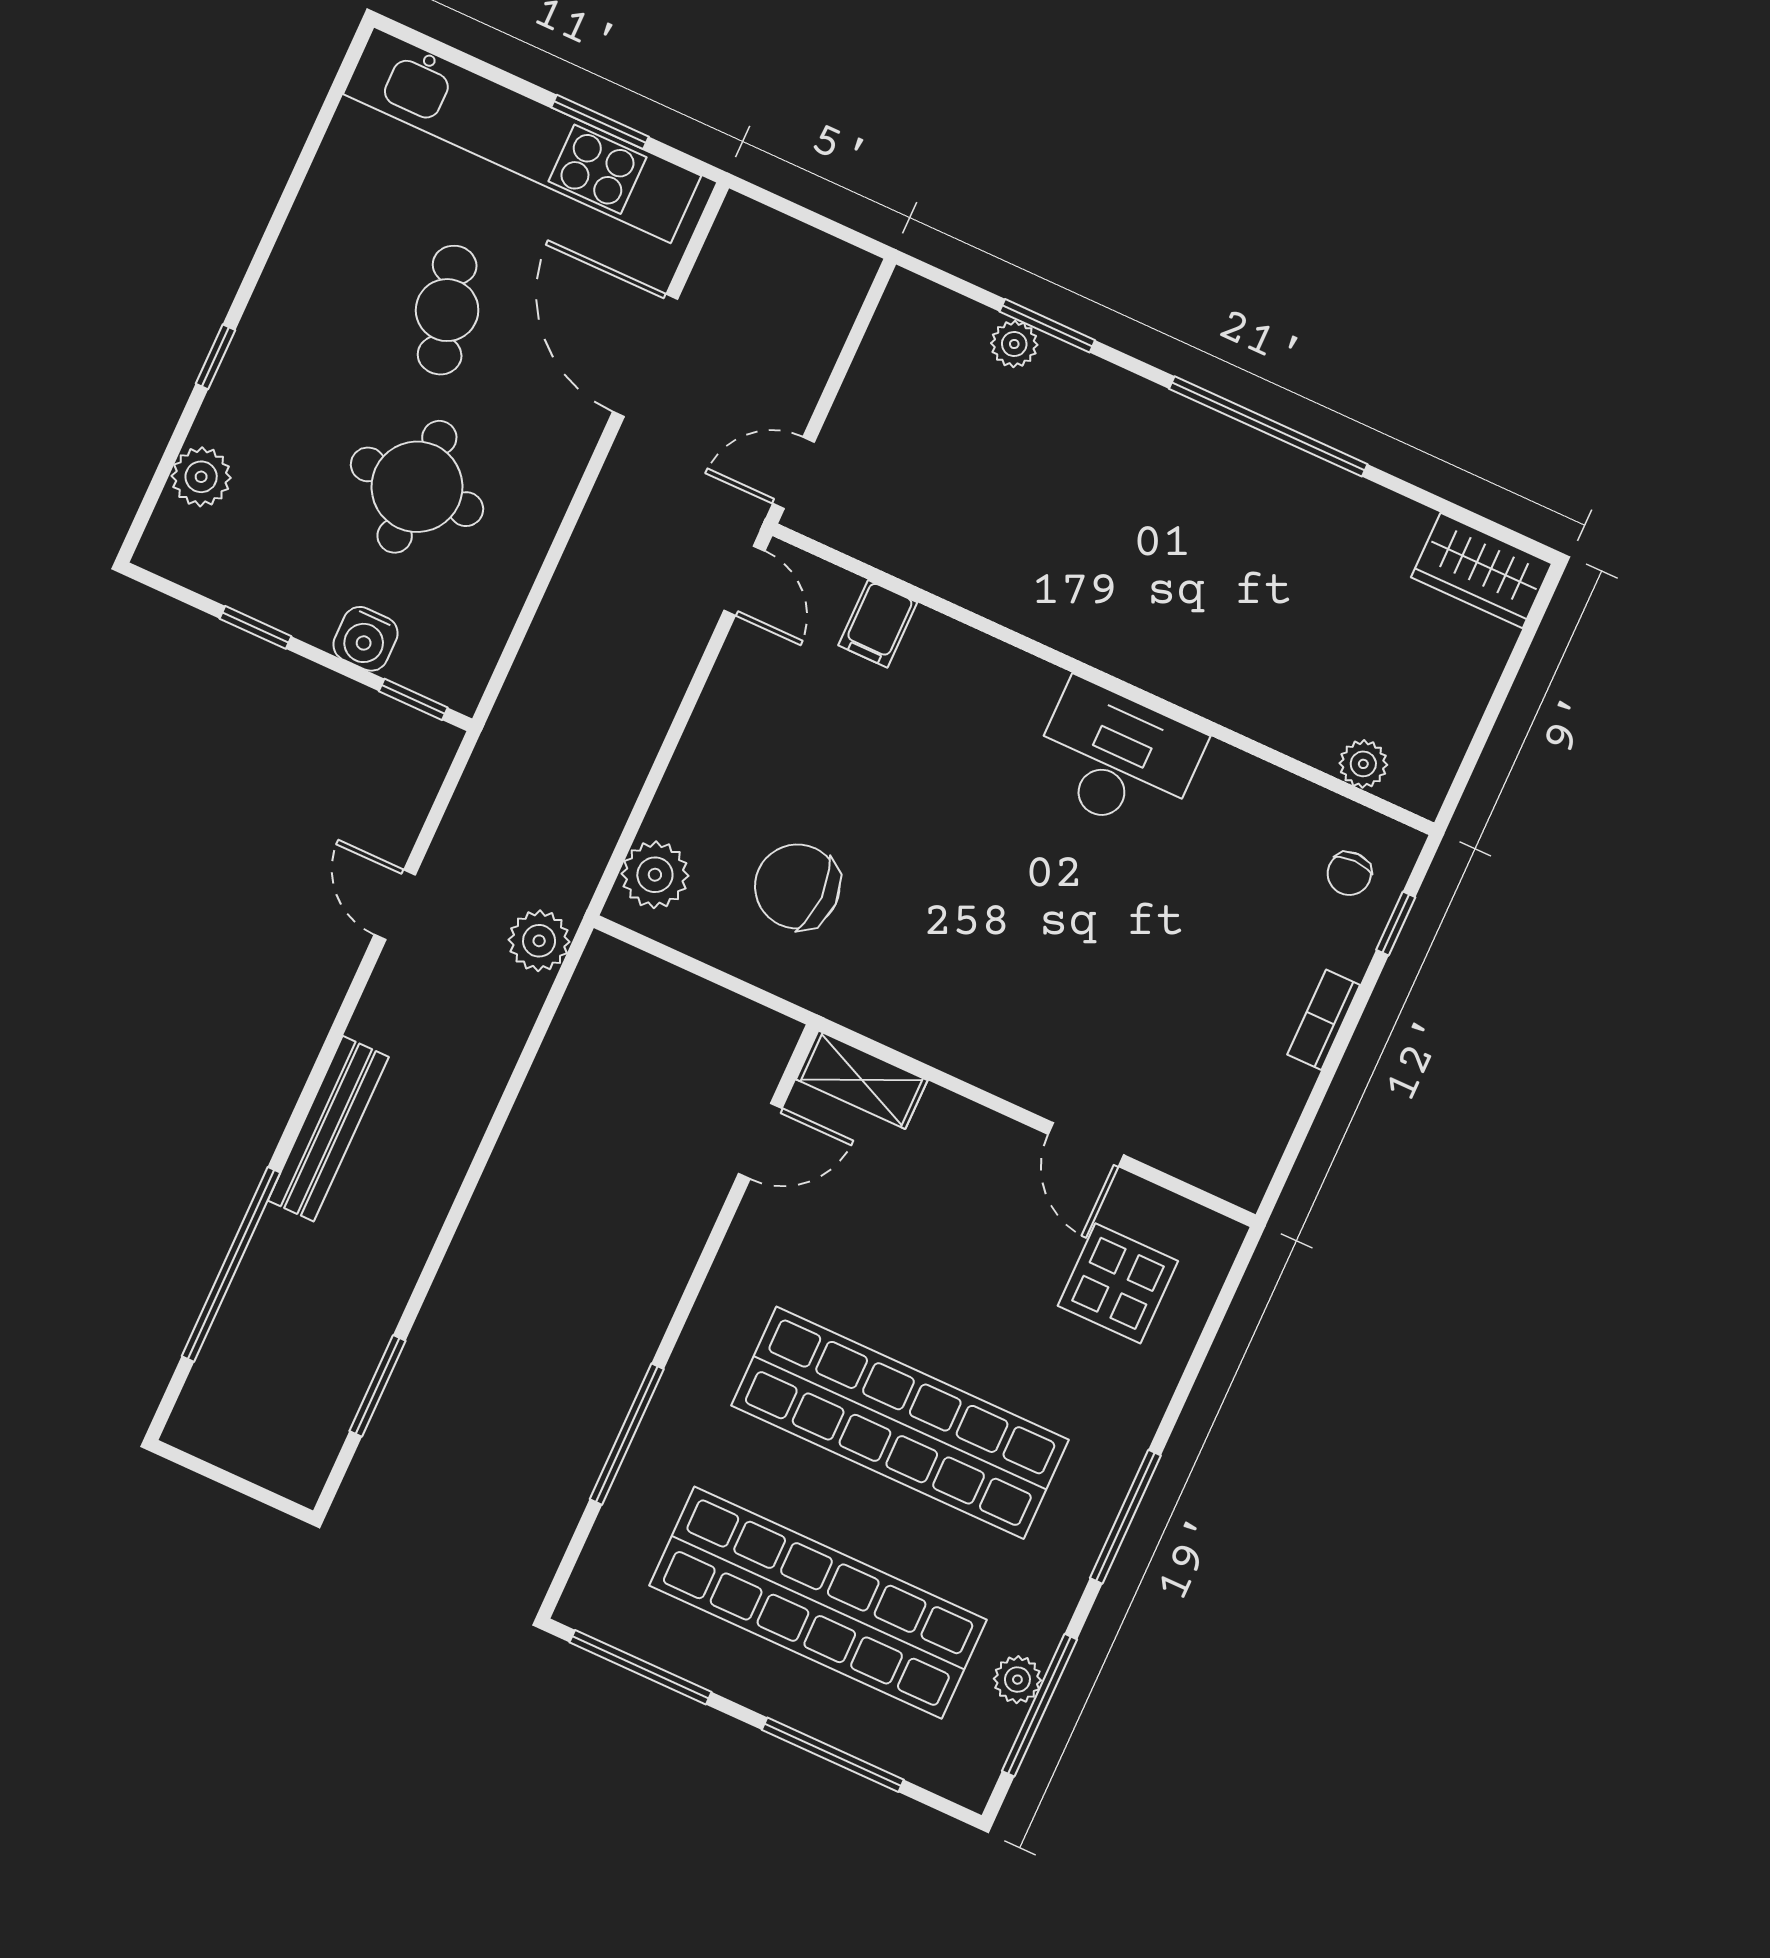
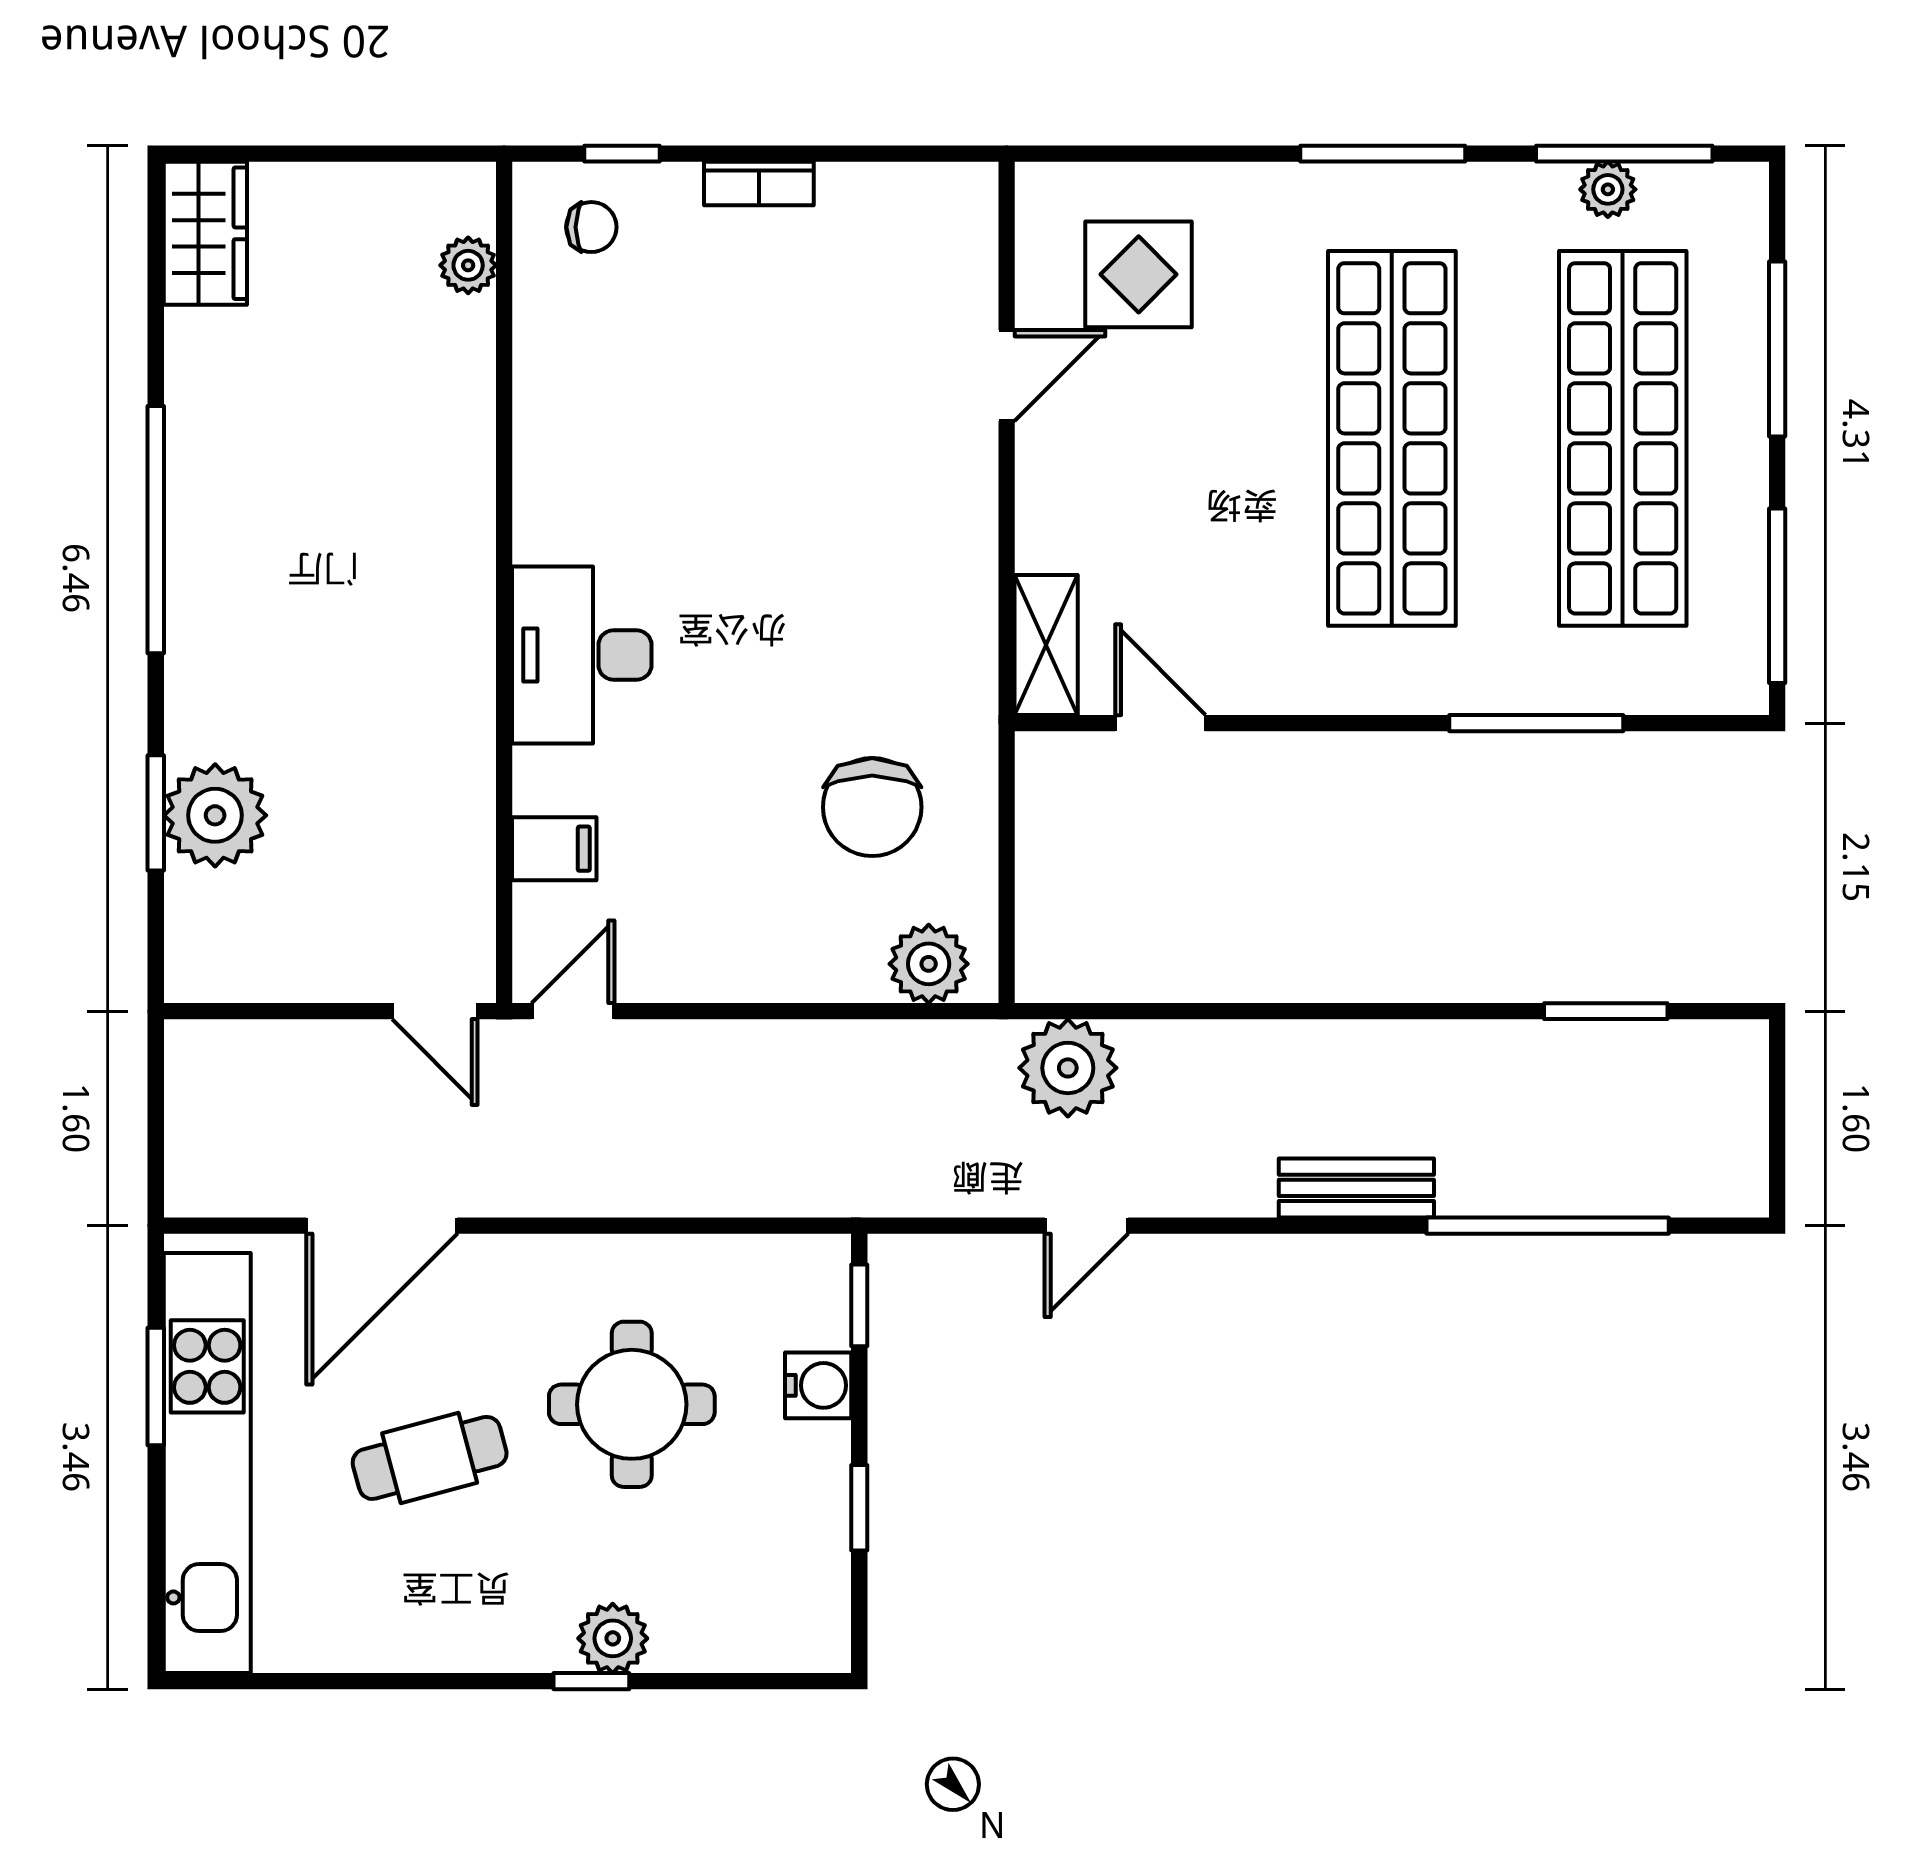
plant: (1014, 344) -> (215, 815), width x1.87, depth x1.87
plant: (201, 477) -> (613, 1638), moved
desk: (1117, 759) -> (582, 655), moved
plant: (539, 941) -> (1068, 1068), width x1.36, depth x1.36
bench: (328, 1129) -> (1356, 1188), width x0.73

